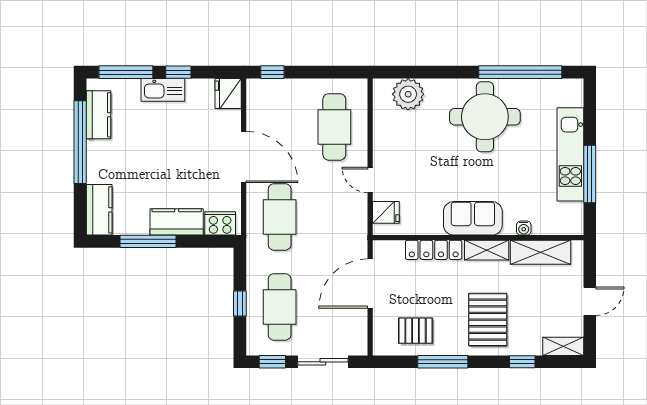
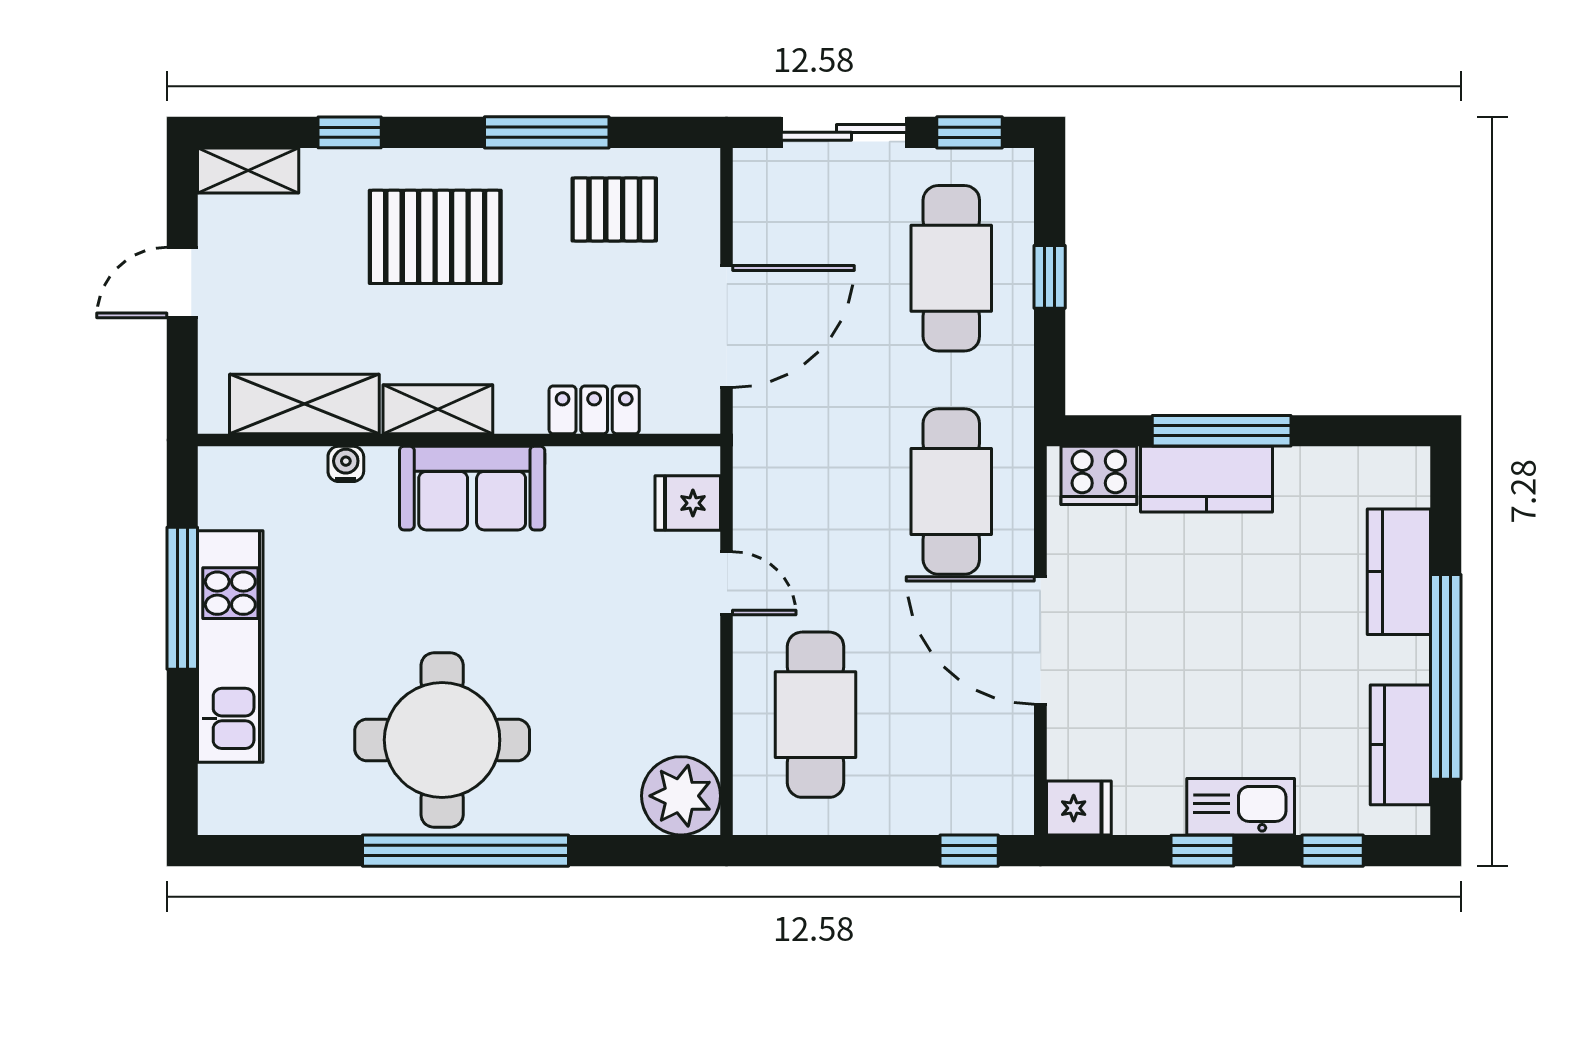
window: (126, 72) -> (1333, 851), width x0.46
window: (520, 72) -> (466, 851), moved
fridge: (228, 94) -> (1079, 808), width x0.72
plant: (408, 94) -> (681, 796), moved
kitchen counter: (99, 210) -> (1399, 572), moved
window: (148, 241) -> (1222, 431), moved
locker: (434, 250) -> (594, 410), width x0.66
pallet: (488, 320) -> (435, 237), turned 90

